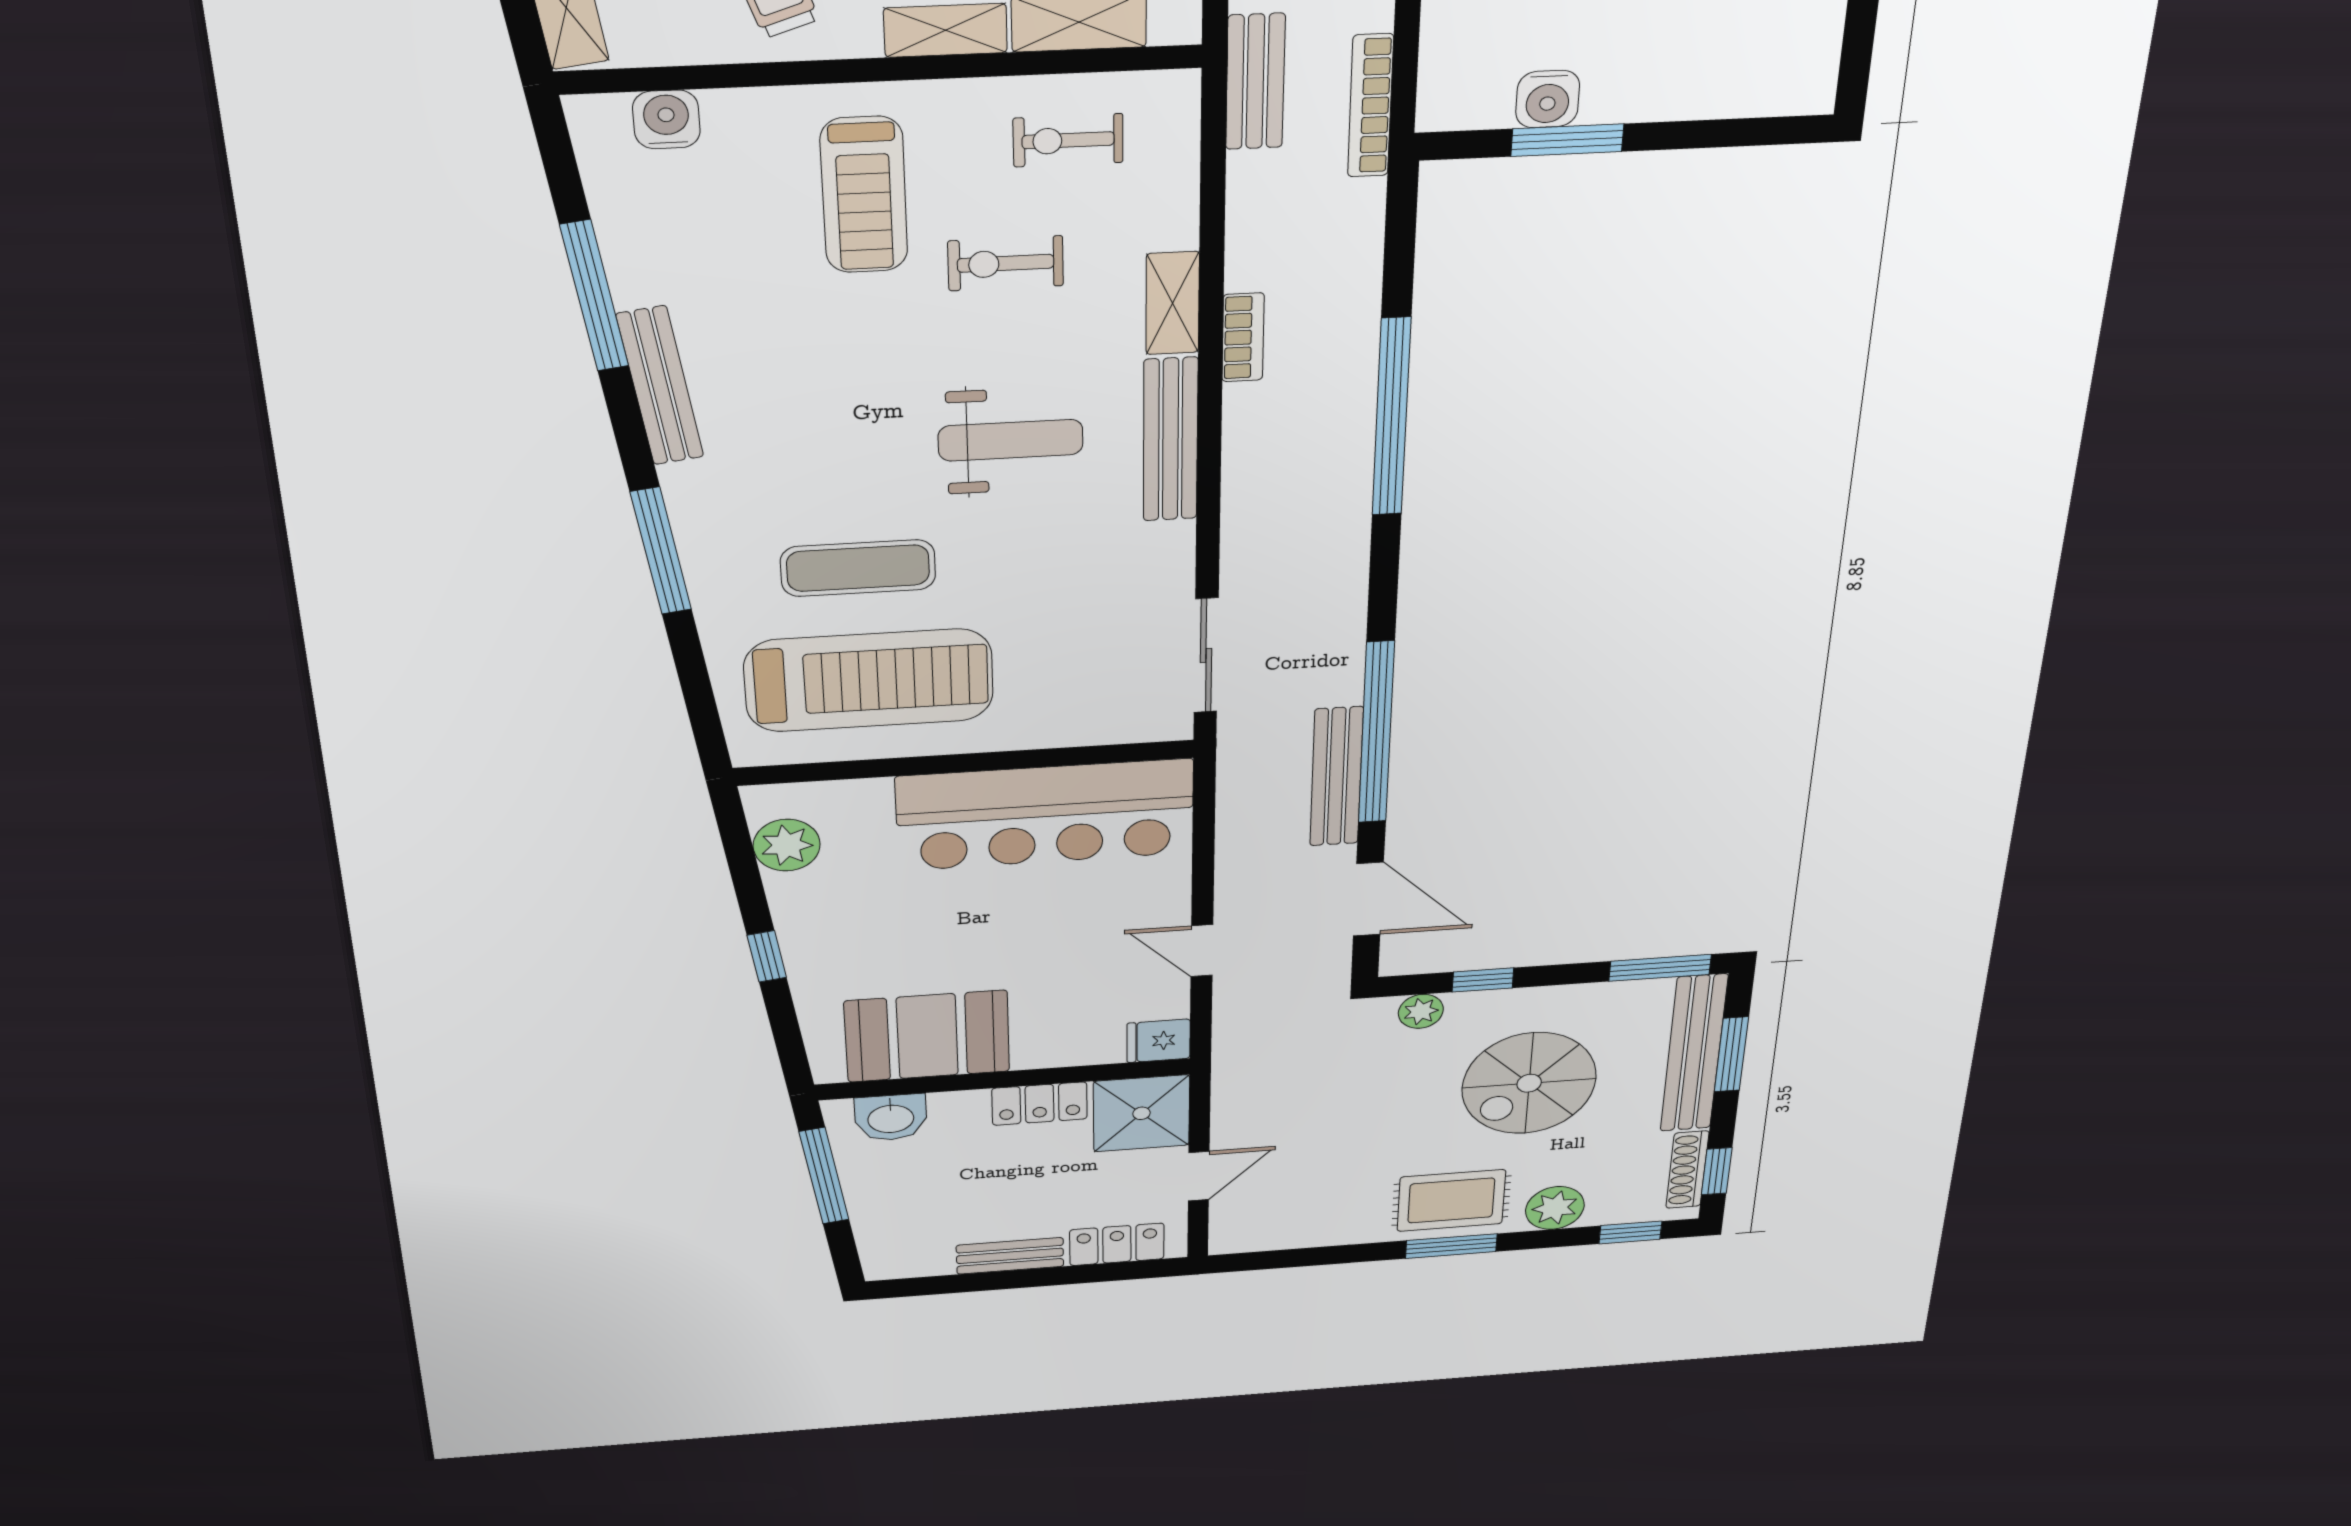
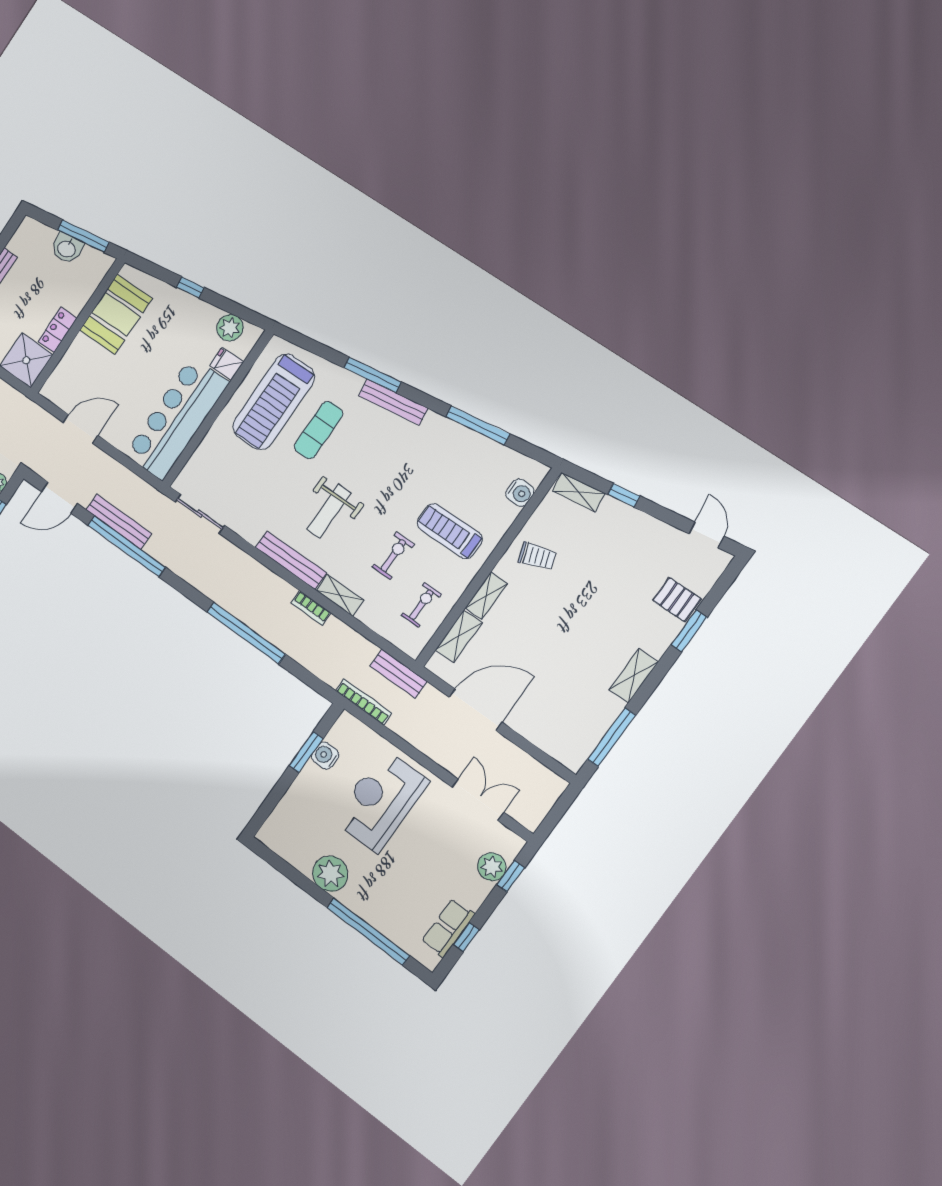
bench: (660, 386) -> (393, 402), moved
door: (1202, 951) -> (81, 429), width x1.38
fridge: (1159, 1041) -> (227, 364), moved, turned -90
washbasin: (891, 1118) -> (67, 248), moved, turned -98

